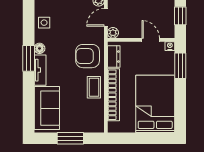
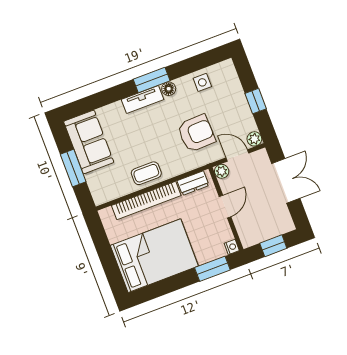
door: (151, 40) -> (225, 207), moved
armchair: (88, 56) -> (196, 133), moved, turned 88
sofa: (47, 108) -> (89, 142), moved, turned -90

